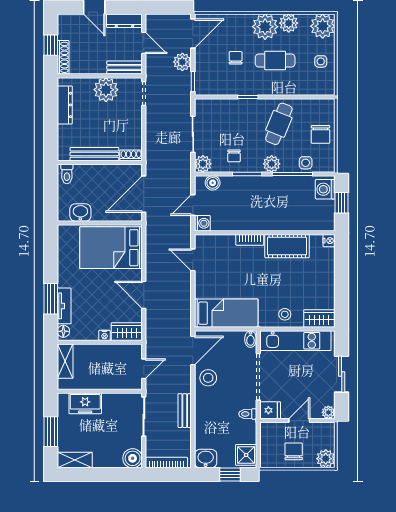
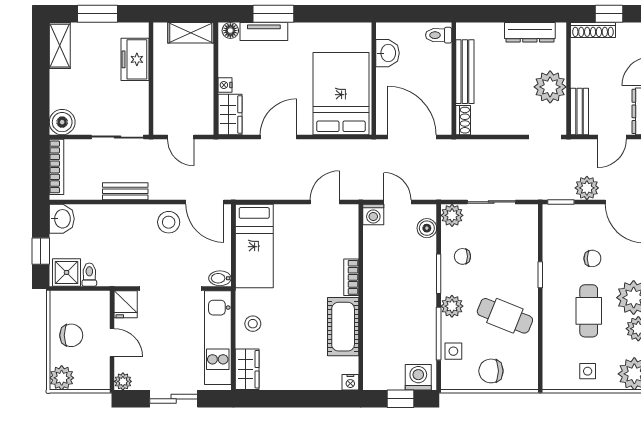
toilet: (248, 414) -> (89, 275), moved

